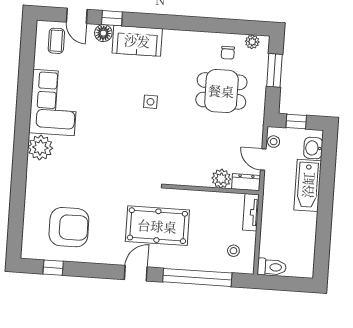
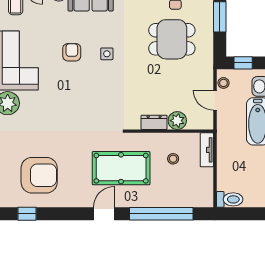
armchair: (113, 97) -> (72, 52), added
dresser: (246, 182) -> (154, 122), moved
stool: (233, 251) -> (173, 159), moved

